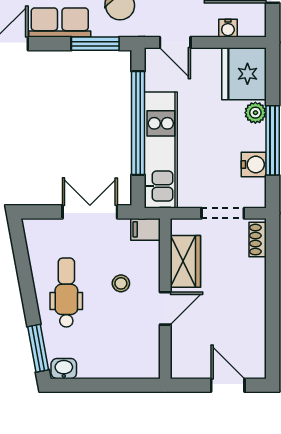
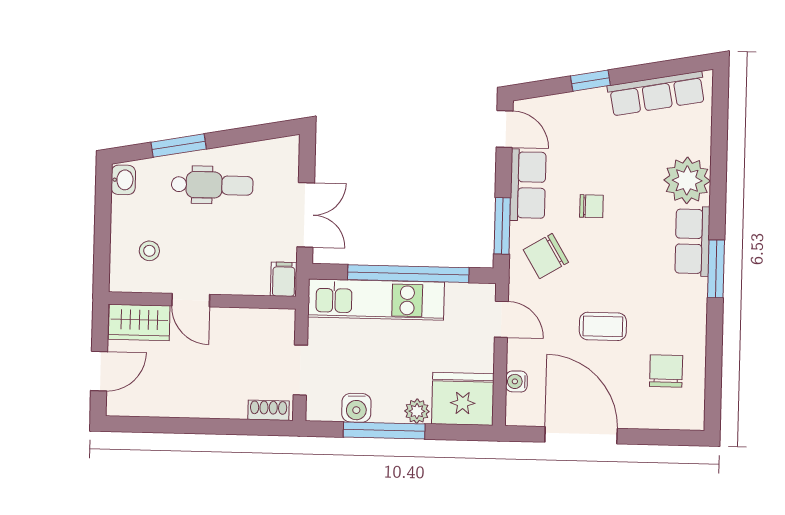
door: (175, 42) -> (501, 319), swing flipped
wardrobe: (185, 261) -> (139, 322), moved
stool: (121, 283) -> (149, 251), moved
window: (38, 348) -> (179, 146), moved

